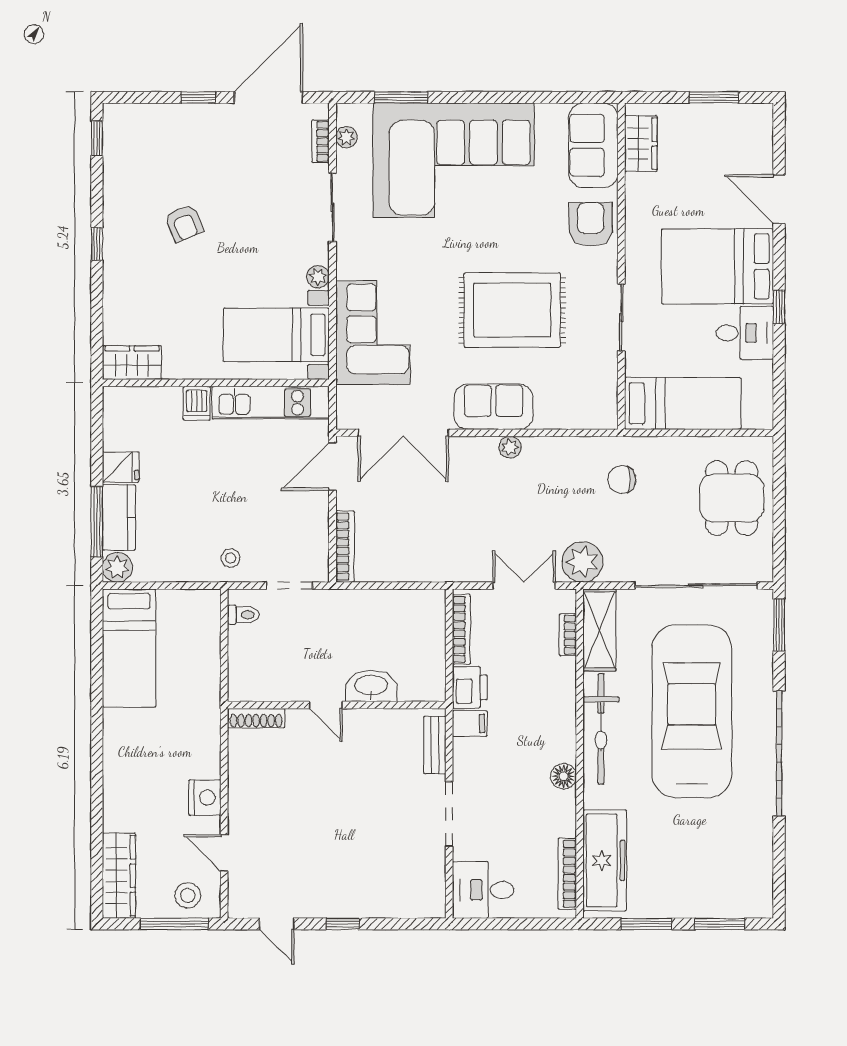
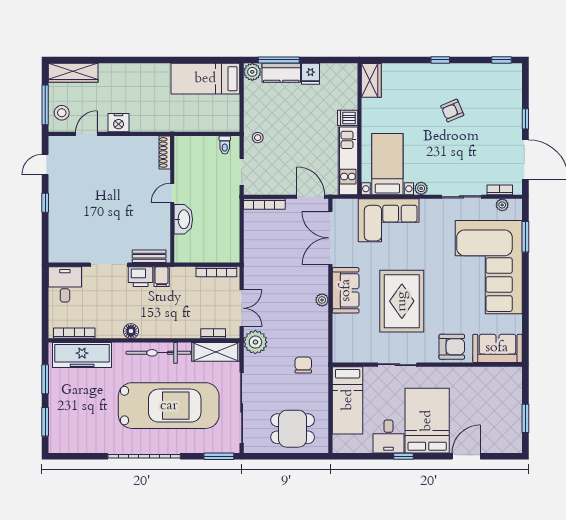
wardrobe: (641, 144) -> (498, 376), removed
printer: (470, 687) -> (141, 277), moved

